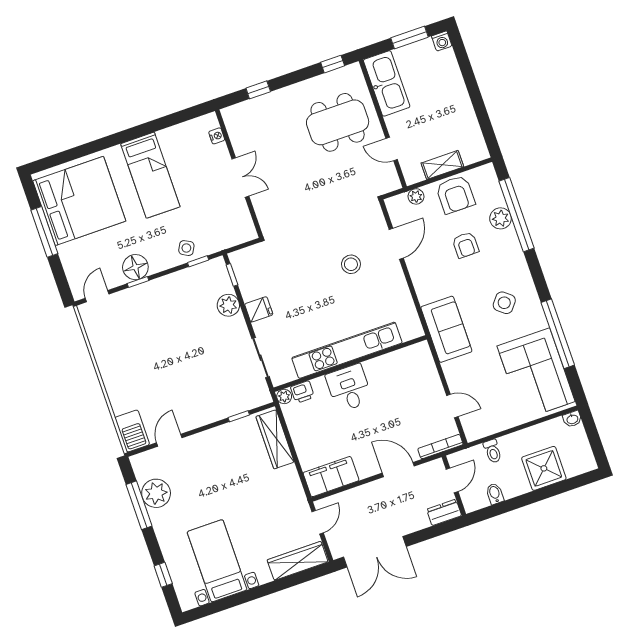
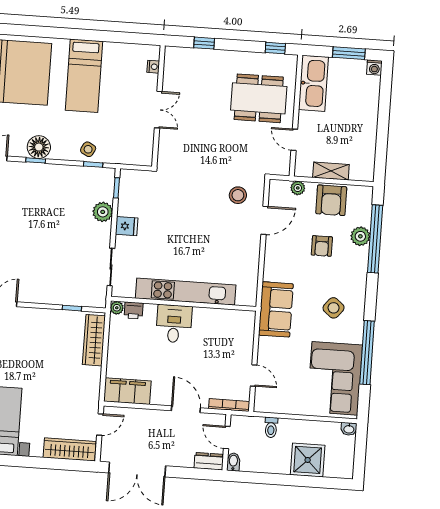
stool: (351, 264) -> (238, 195), moved
door: (452, 480) -> (227, 437), swing flipped
bidet: (495, 494) -> (233, 462), moved

